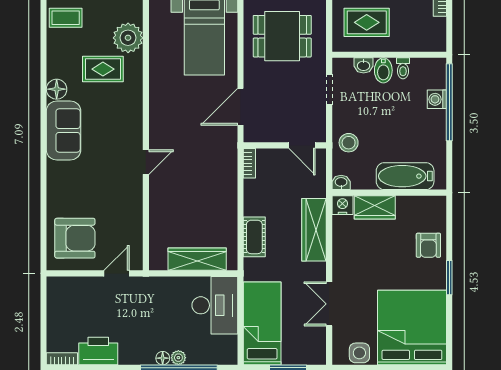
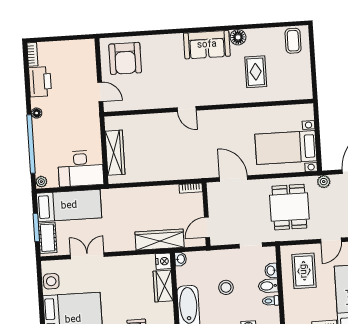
plant: (128, 38) -> (281, 89), removed
stool: (349, 143) -> (226, 287), moved
wardrobe: (314, 230) -> (160, 240), moved
cot: (254, 237) -> (48, 238), moved, turned 90
floor lamp: (163, 358) -> (37, 113), moved
plant: (178, 358) -> (41, 182), moved

